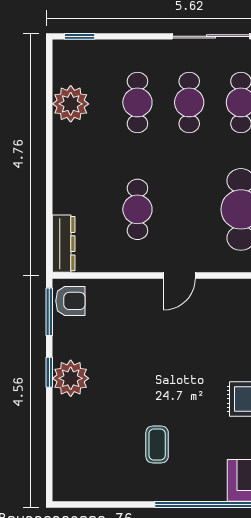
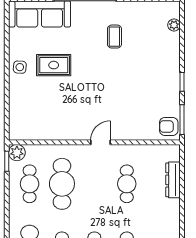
dresser: (64, 244) -> (173, 180), moved
plant: (71, 378) -> (174, 25), moved, width x0.53, depth x0.53

